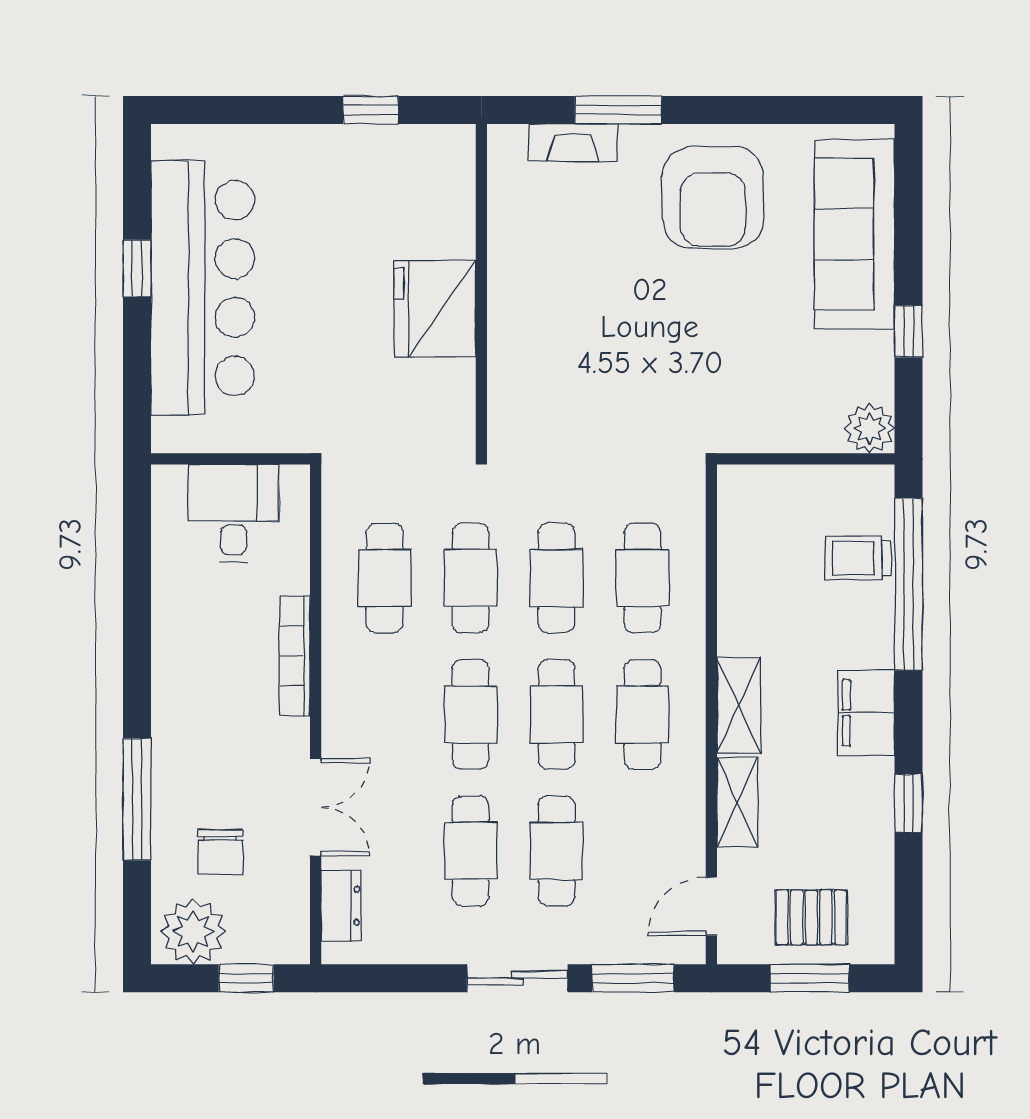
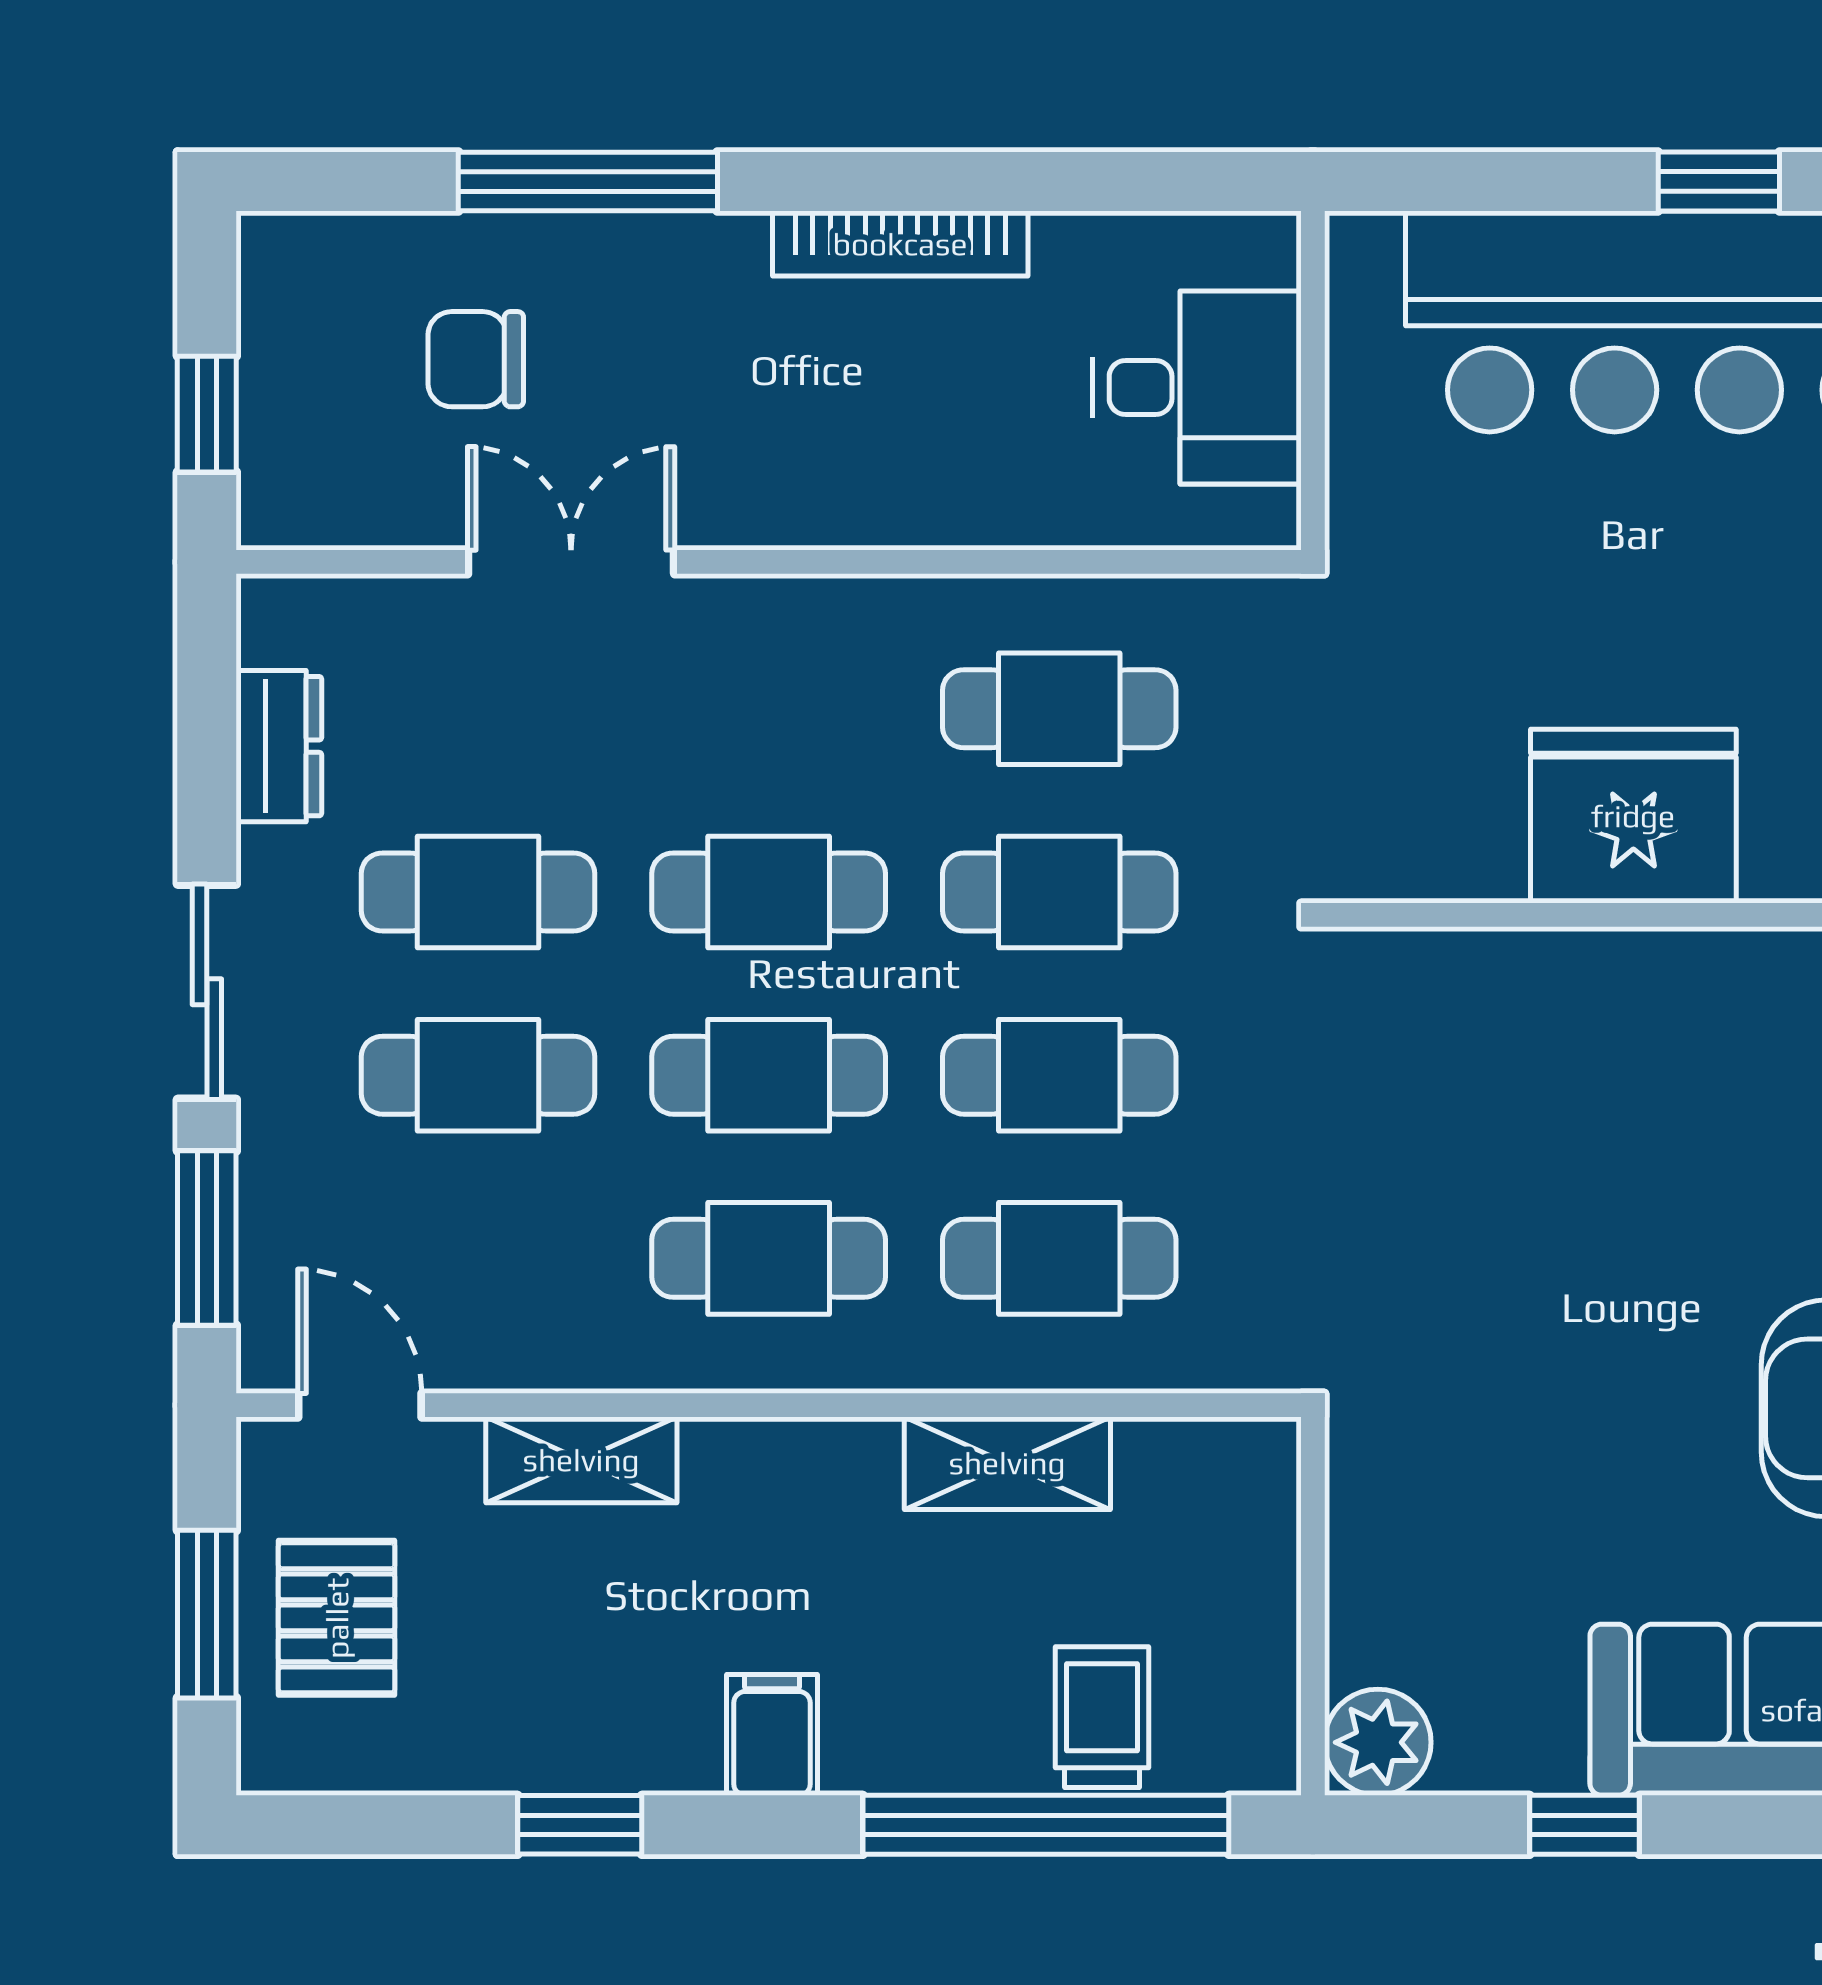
bookcase: (295, 656) -> (900, 244), moved, turned 180
shelving: (739, 705) -> (1007, 1463), moved
filing cabinet: (866, 713) -> (772, 1735), width x0.50
double door: (316, 807) -> (571, 562), swing flipped
dresser: (341, 906) -> (279, 746), moved, turned -90
plant: (193, 932) -> (306, 301), removed

